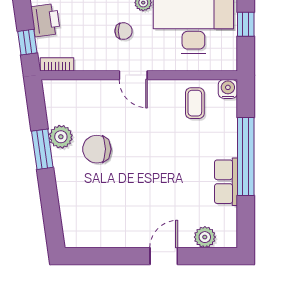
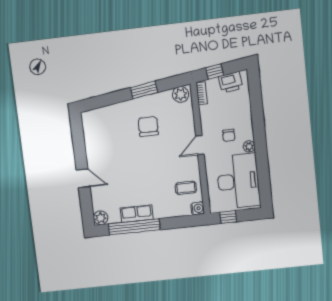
window: (246, 24) -> (228, 217), moved
plant: (61, 137) -> (181, 94), moved
window: (246, 156) -> (134, 227), moved
plant: (205, 237) -> (101, 218), moved

